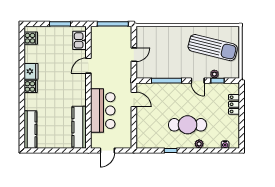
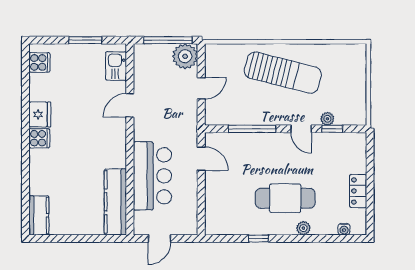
plant: (124, 34) -> (185, 56), added
sun lounger: (213, 48) -> (283, 73), moved
locker: (234, 104) -> (358, 191), moved
kitchen counter: (30, 129) -> (39, 215), width x0.67

